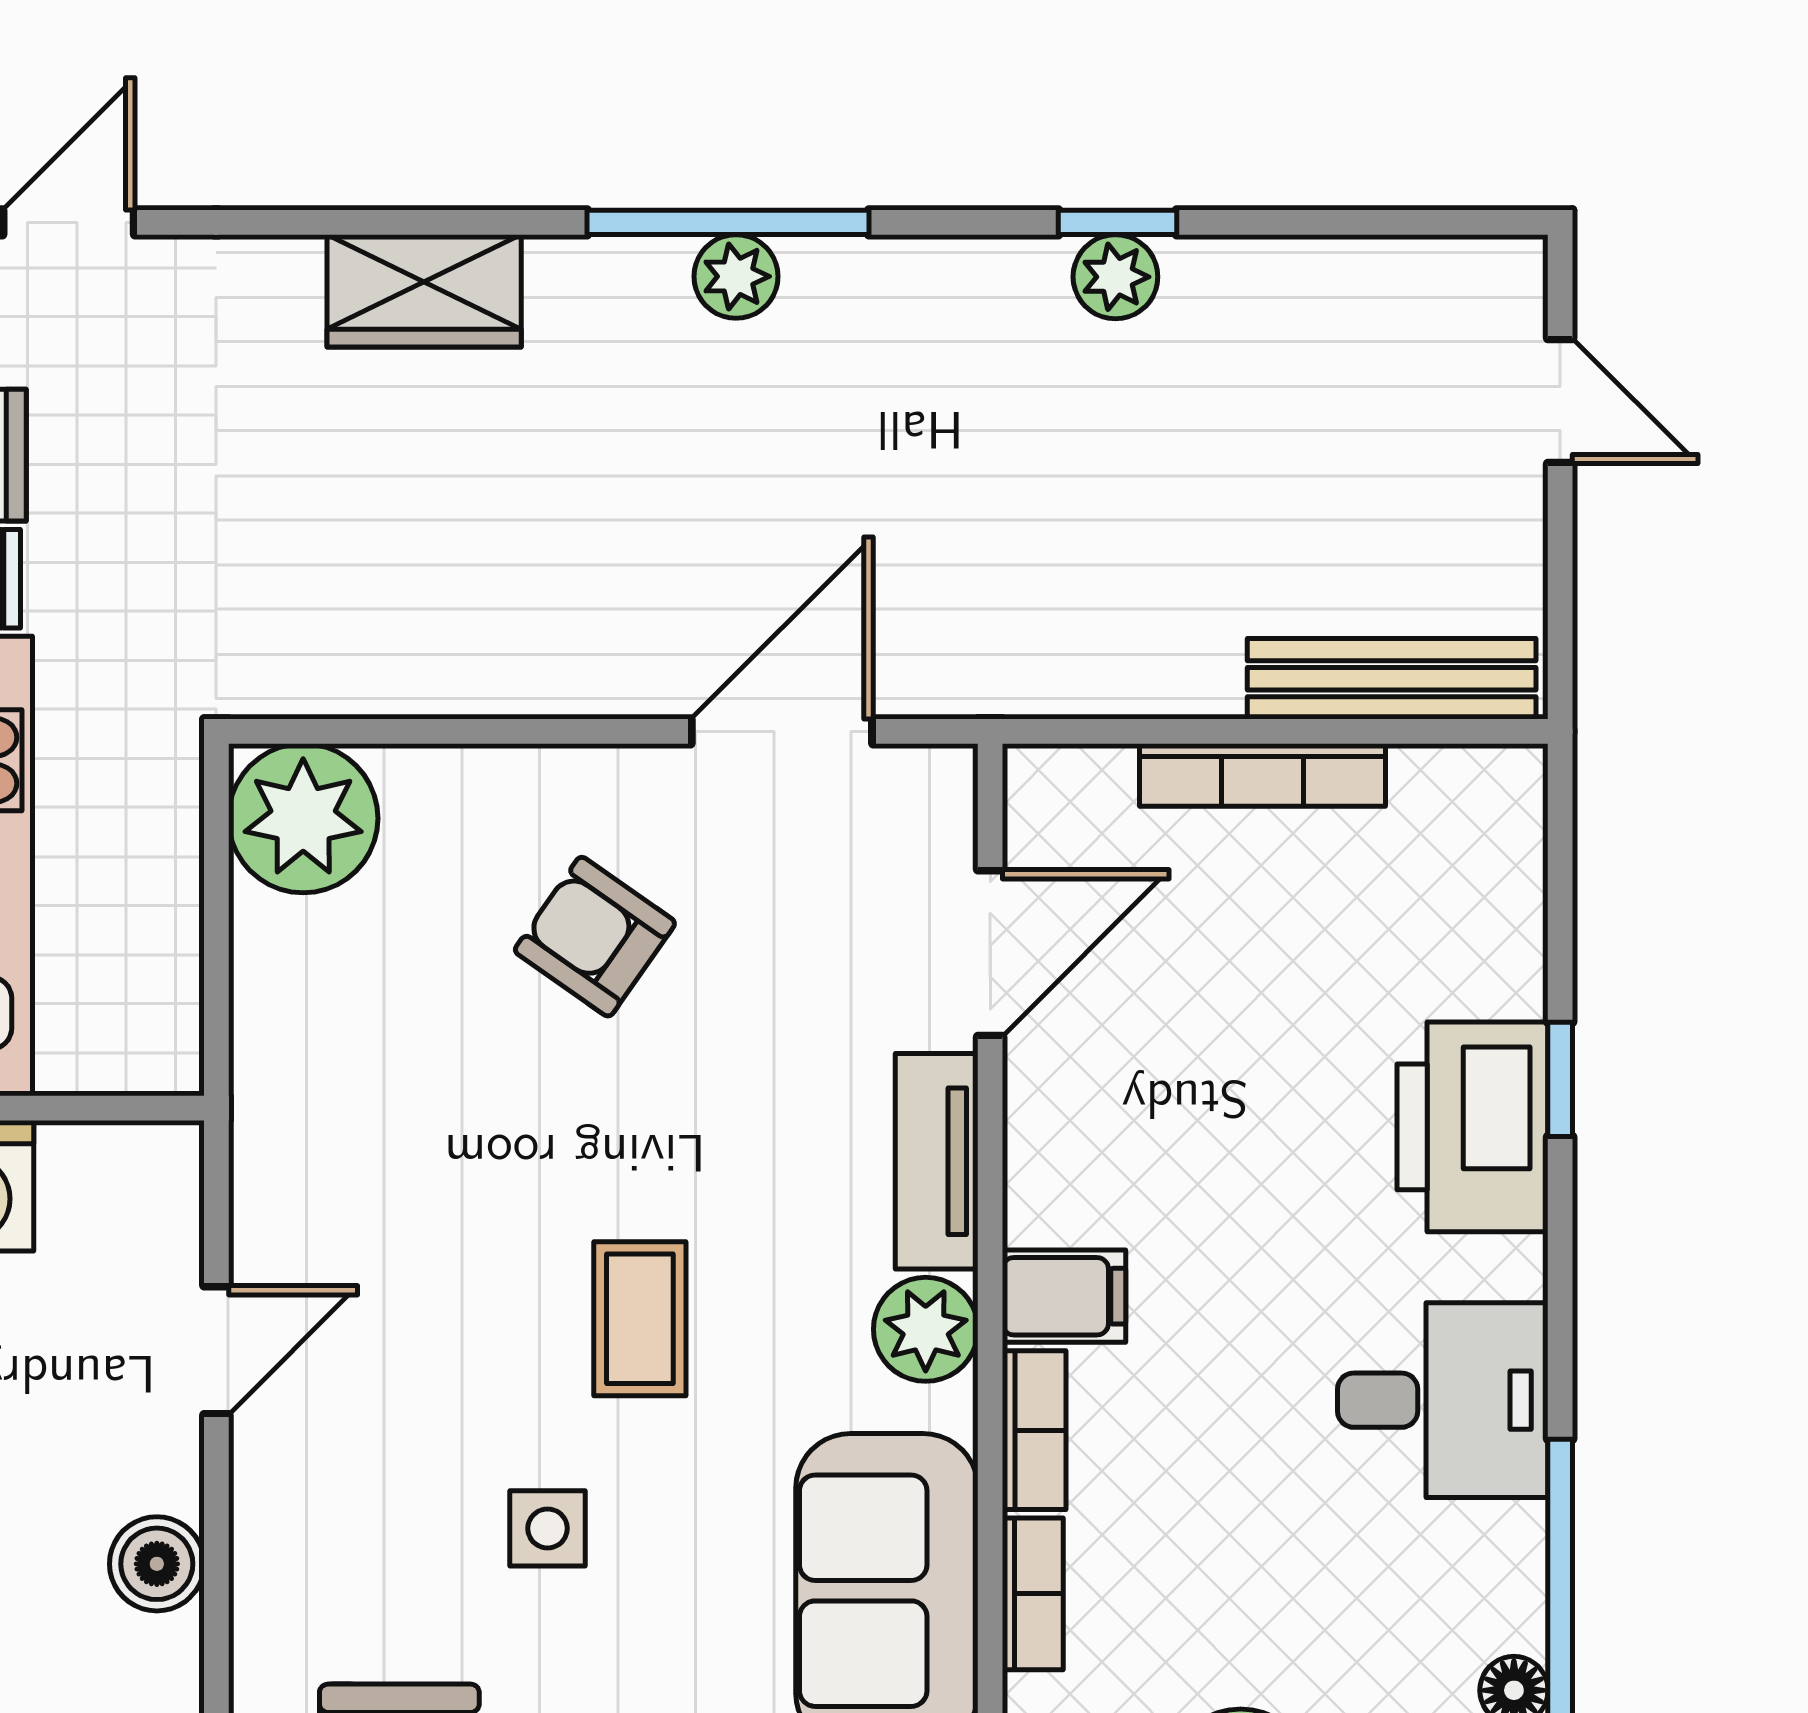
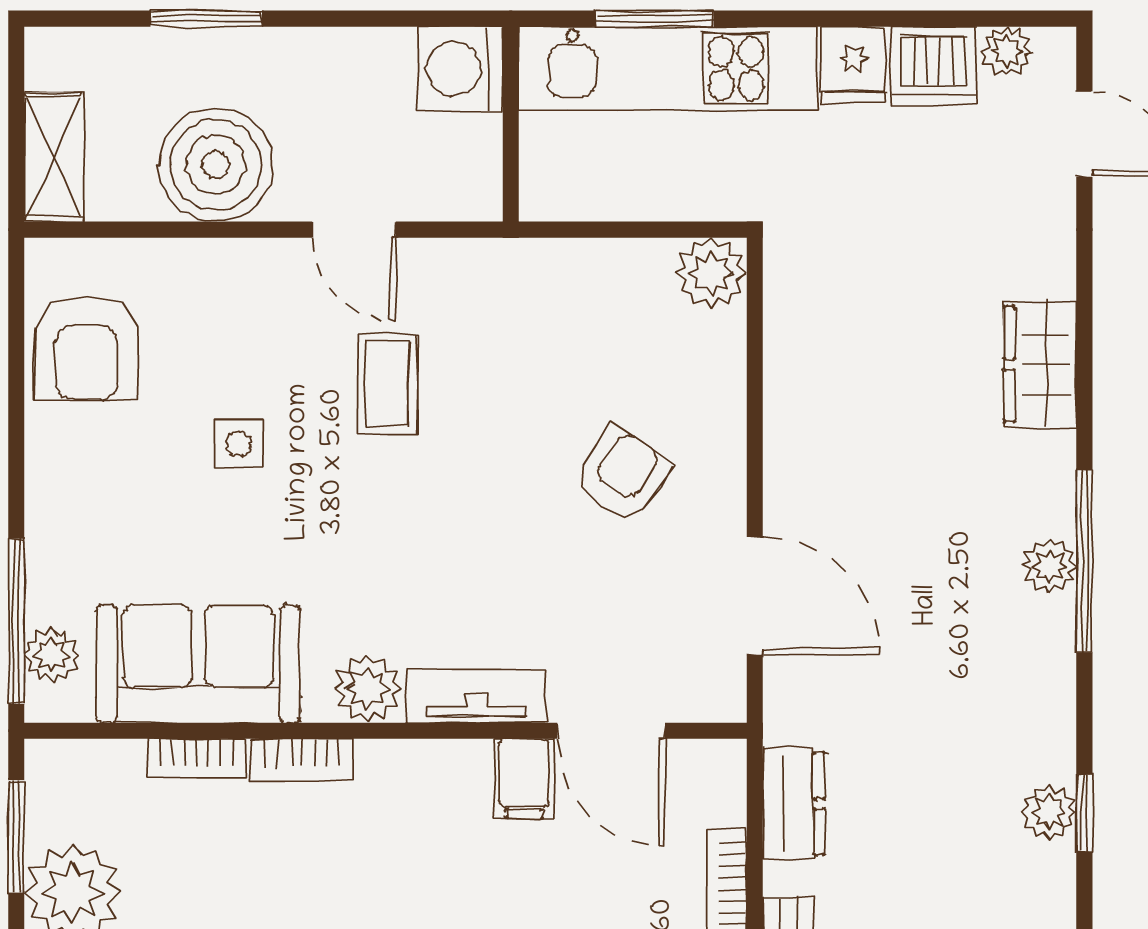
dresser: (1103, 671) -> (794, 804), added
plant: (303, 818) -> (711, 273), width x0.73, depth x0.73
filing cabinet: (1064, 1296) -> (524, 779), moved
coffee table: (640, 1319) -> (387, 384), moved, turned 90
boiler: (157, 1564) -> (216, 165), width x1.86, depth x1.86

